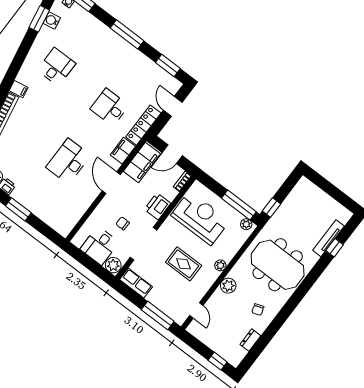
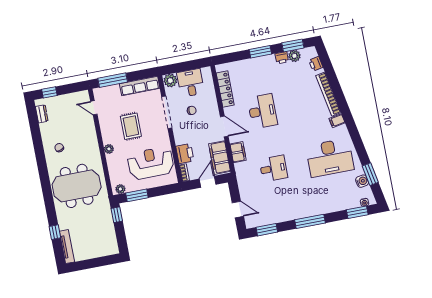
desk: (56, 67) -> (330, 158), width x1.87, depth x1.30
locker: (143, 125) -> (225, 89), moved
window: (239, 205) -> (137, 195), width x0.69
printer: (158, 206) -> (185, 154), moved
reception desk: (200, 218) -> (151, 163), turned 180
tv unit: (328, 238) -> (67, 247), moved
rug: (184, 264) -> (131, 126), turned 90
row of seats: (136, 283) -> (140, 86), width x1.48
plant: (228, 286) -> (91, 142), removed
dresser: (250, 340) -> (42, 114), moved

